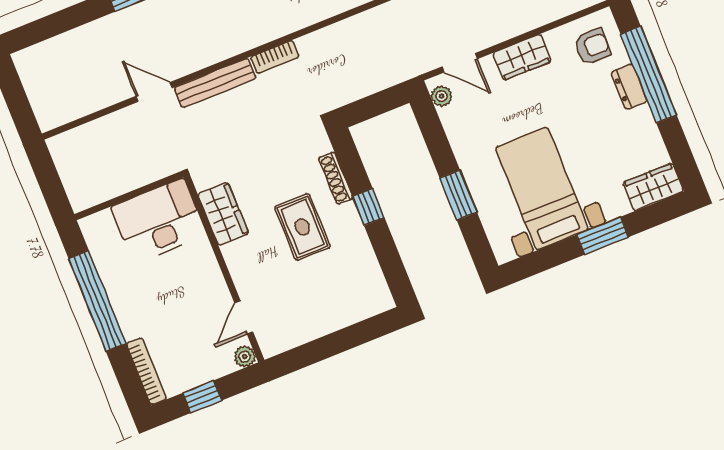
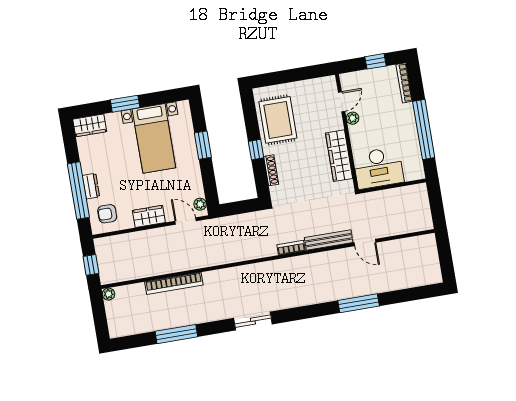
wardrobe: (223, 214) -> (339, 156), width x1.50
rug: (302, 227) -> (278, 120), moved, width x1.36, depth x1.43
plant: (245, 357) -> (353, 118), moved

